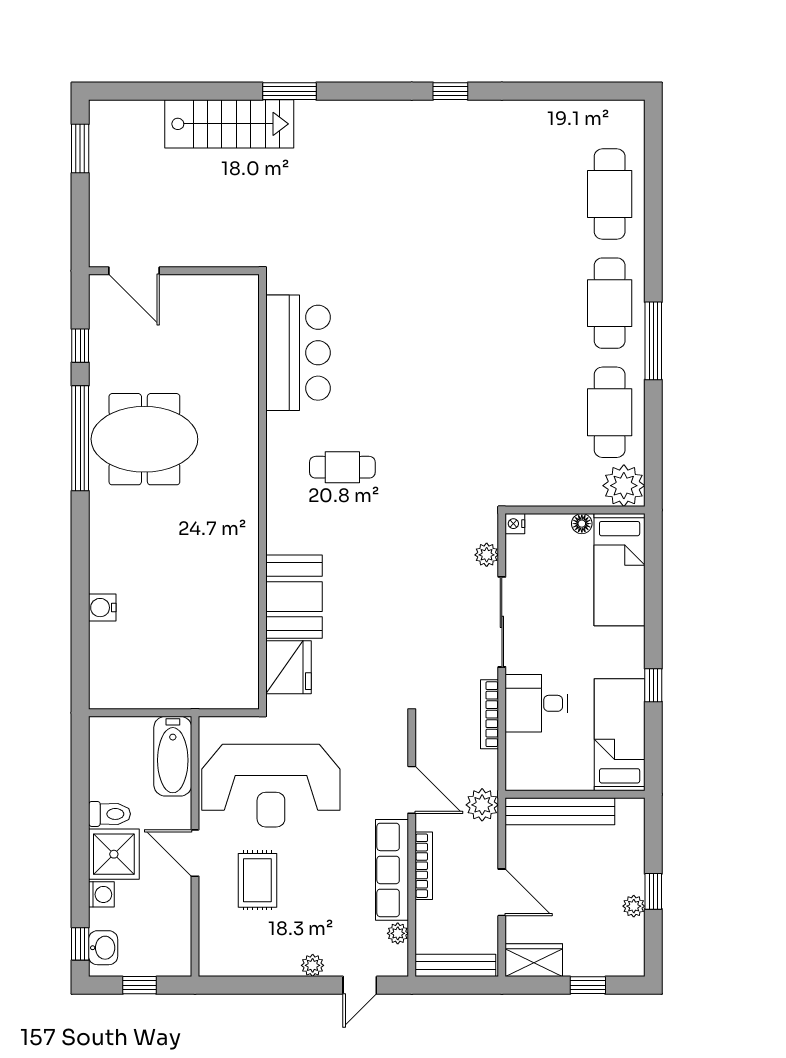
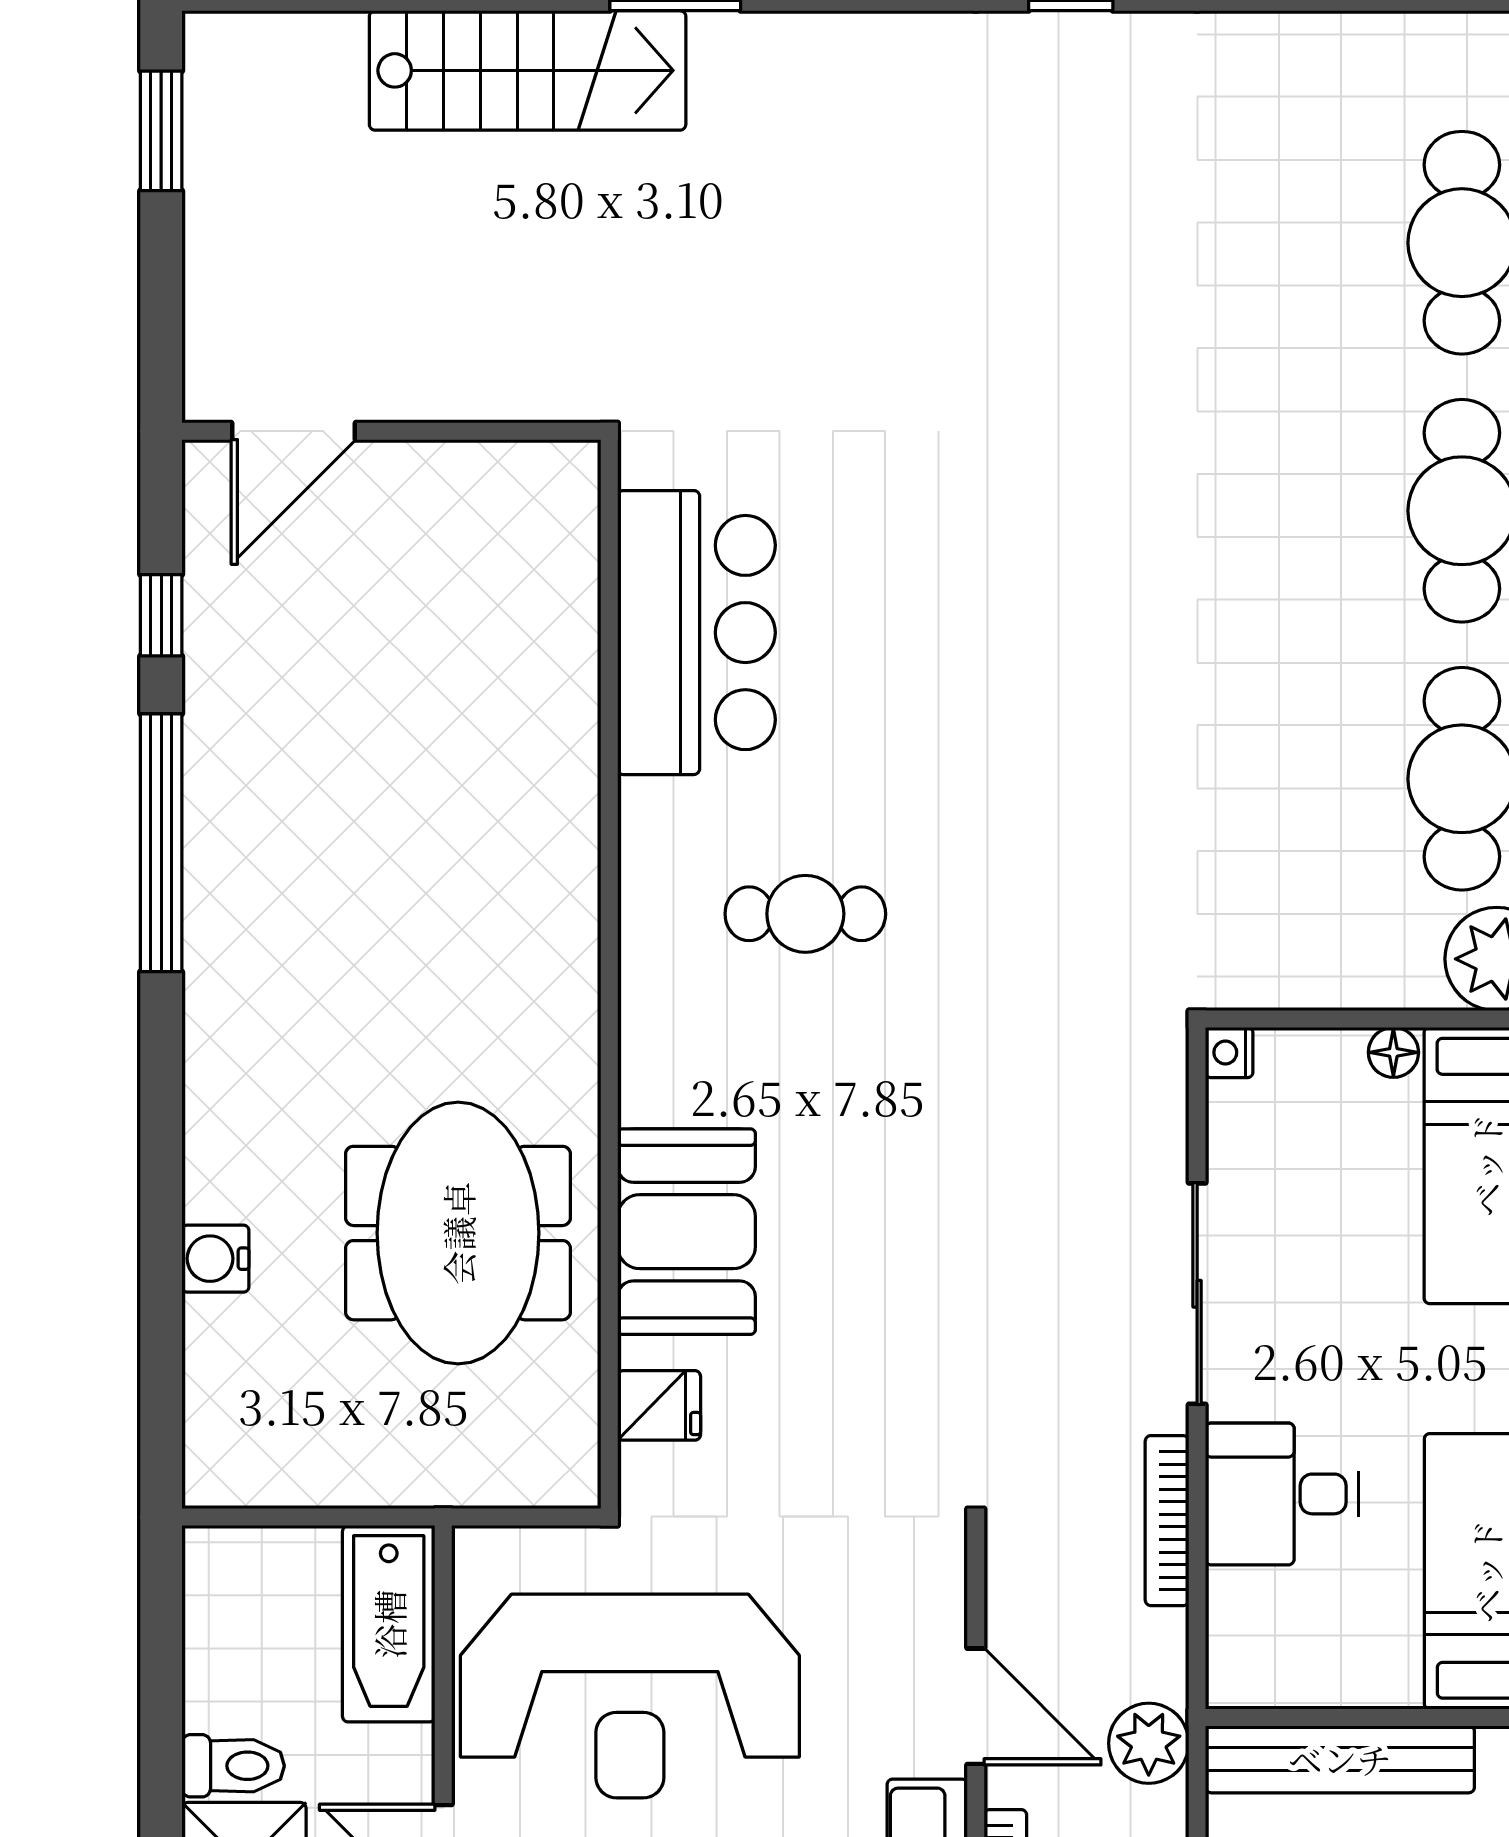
door: (134, 271) -> (294, 431), hinge flipped
meeting table: (144, 439) -> (458, 1233), moved, turned 90
plant: (487, 555) -> (1160, 1129), removed
fridge: (289, 667) -> (659, 1405), width x0.53, depth x0.75

